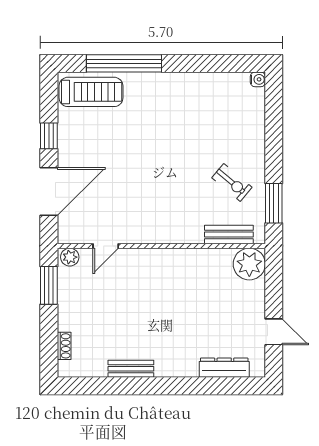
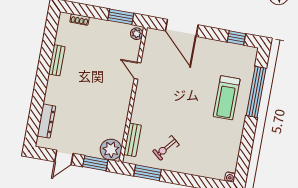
treadmill: (91, 92) -> (227, 98), moved
window: (49, 136) -> (236, 38), moved
door: (106, 246) -> (137, 71), moved
window: (274, 284) -> (95, 163), added

